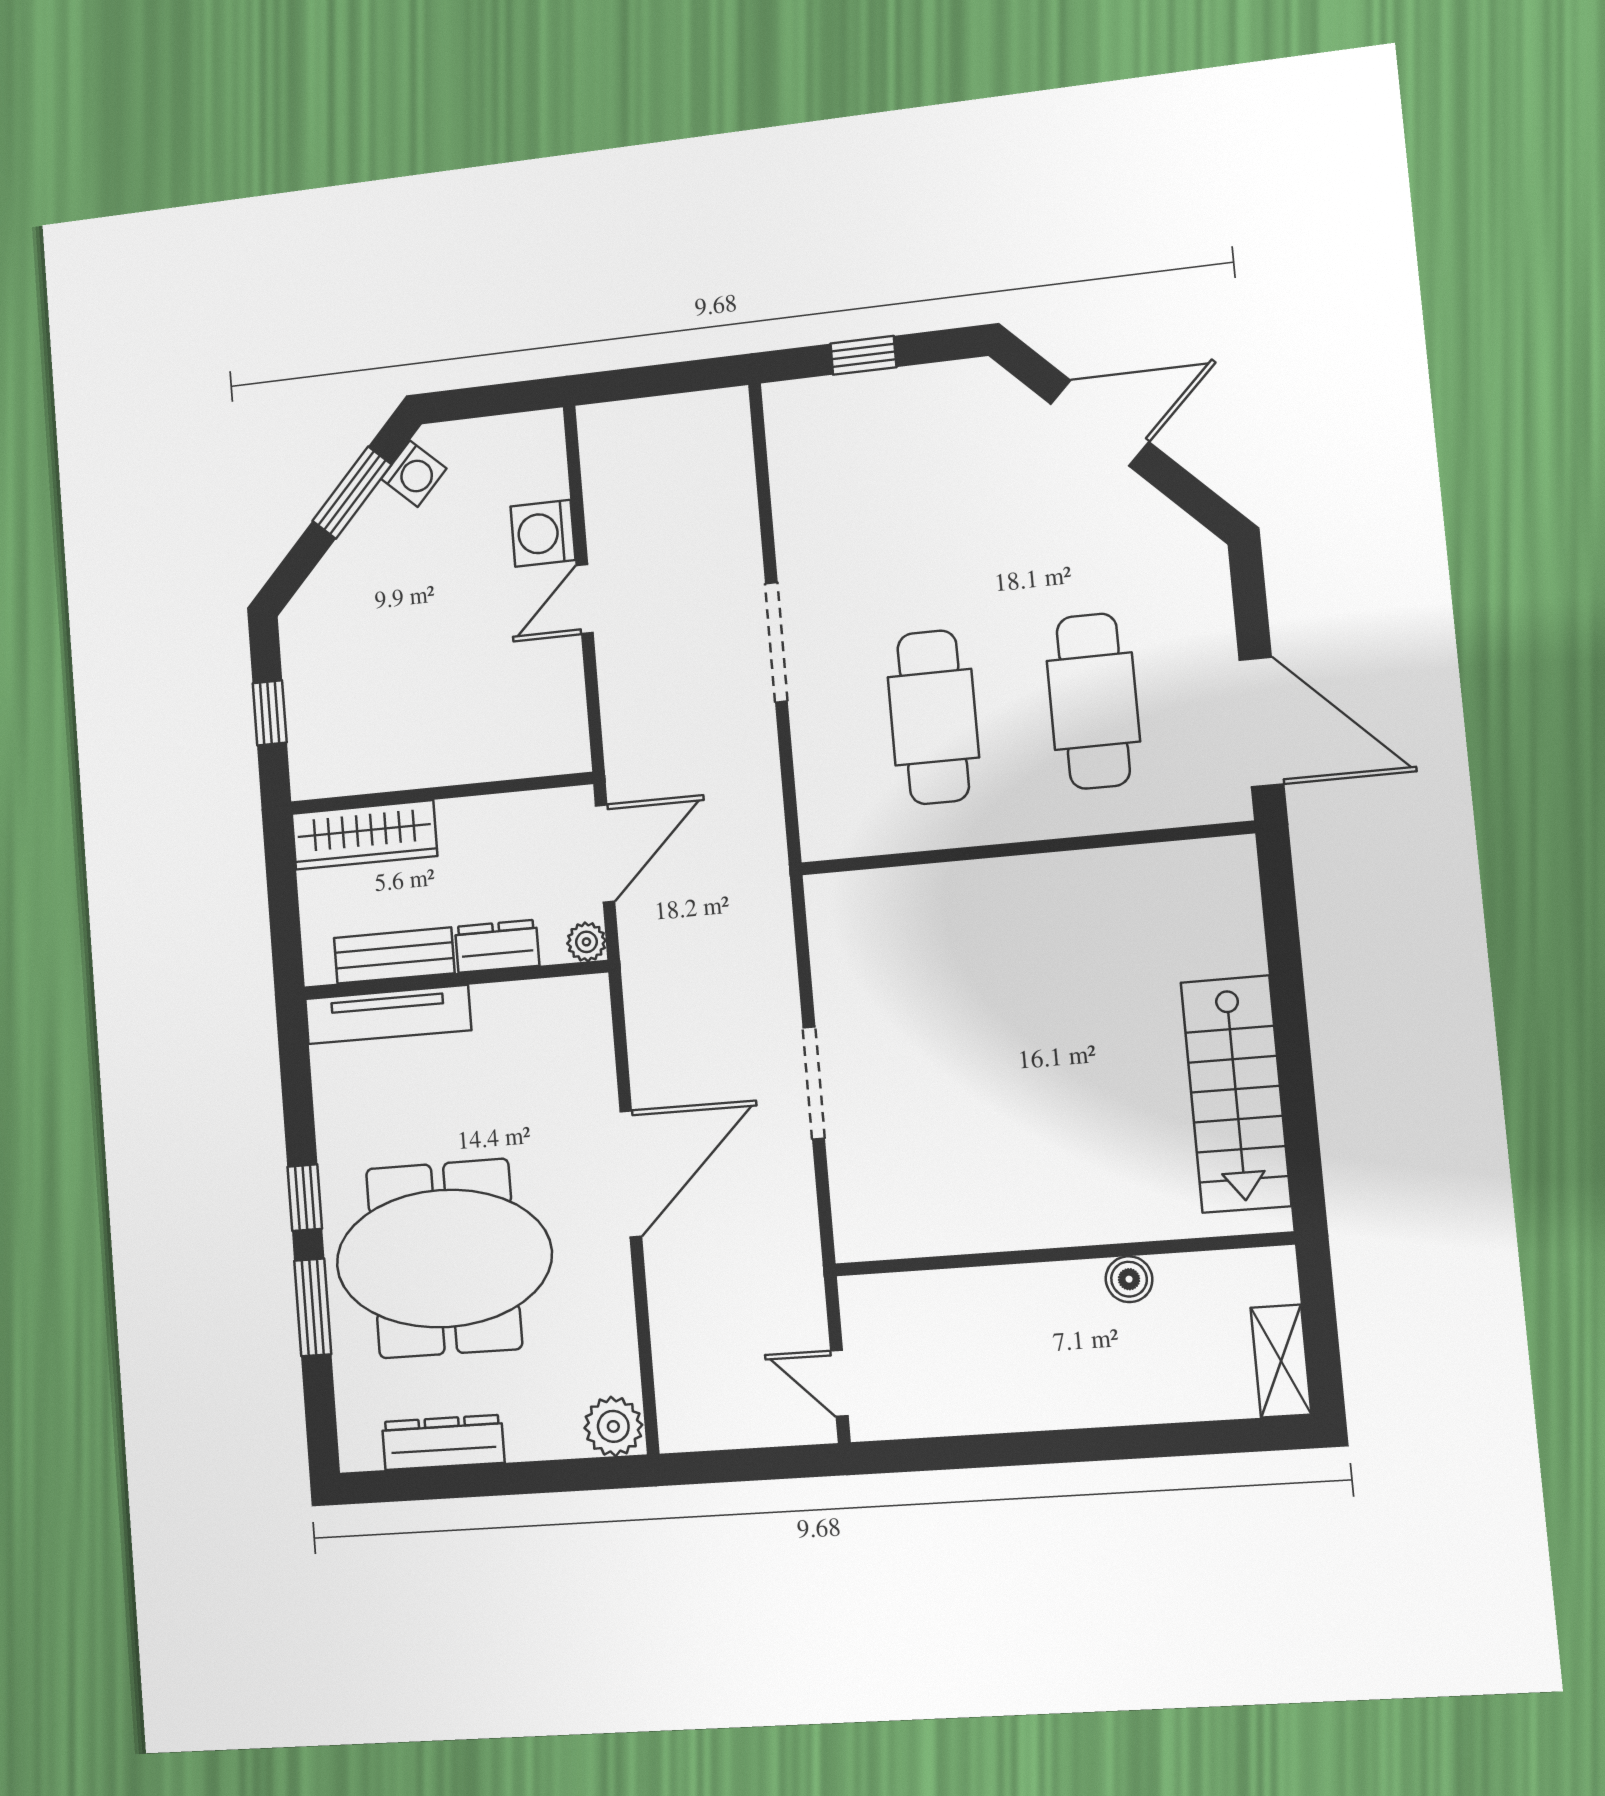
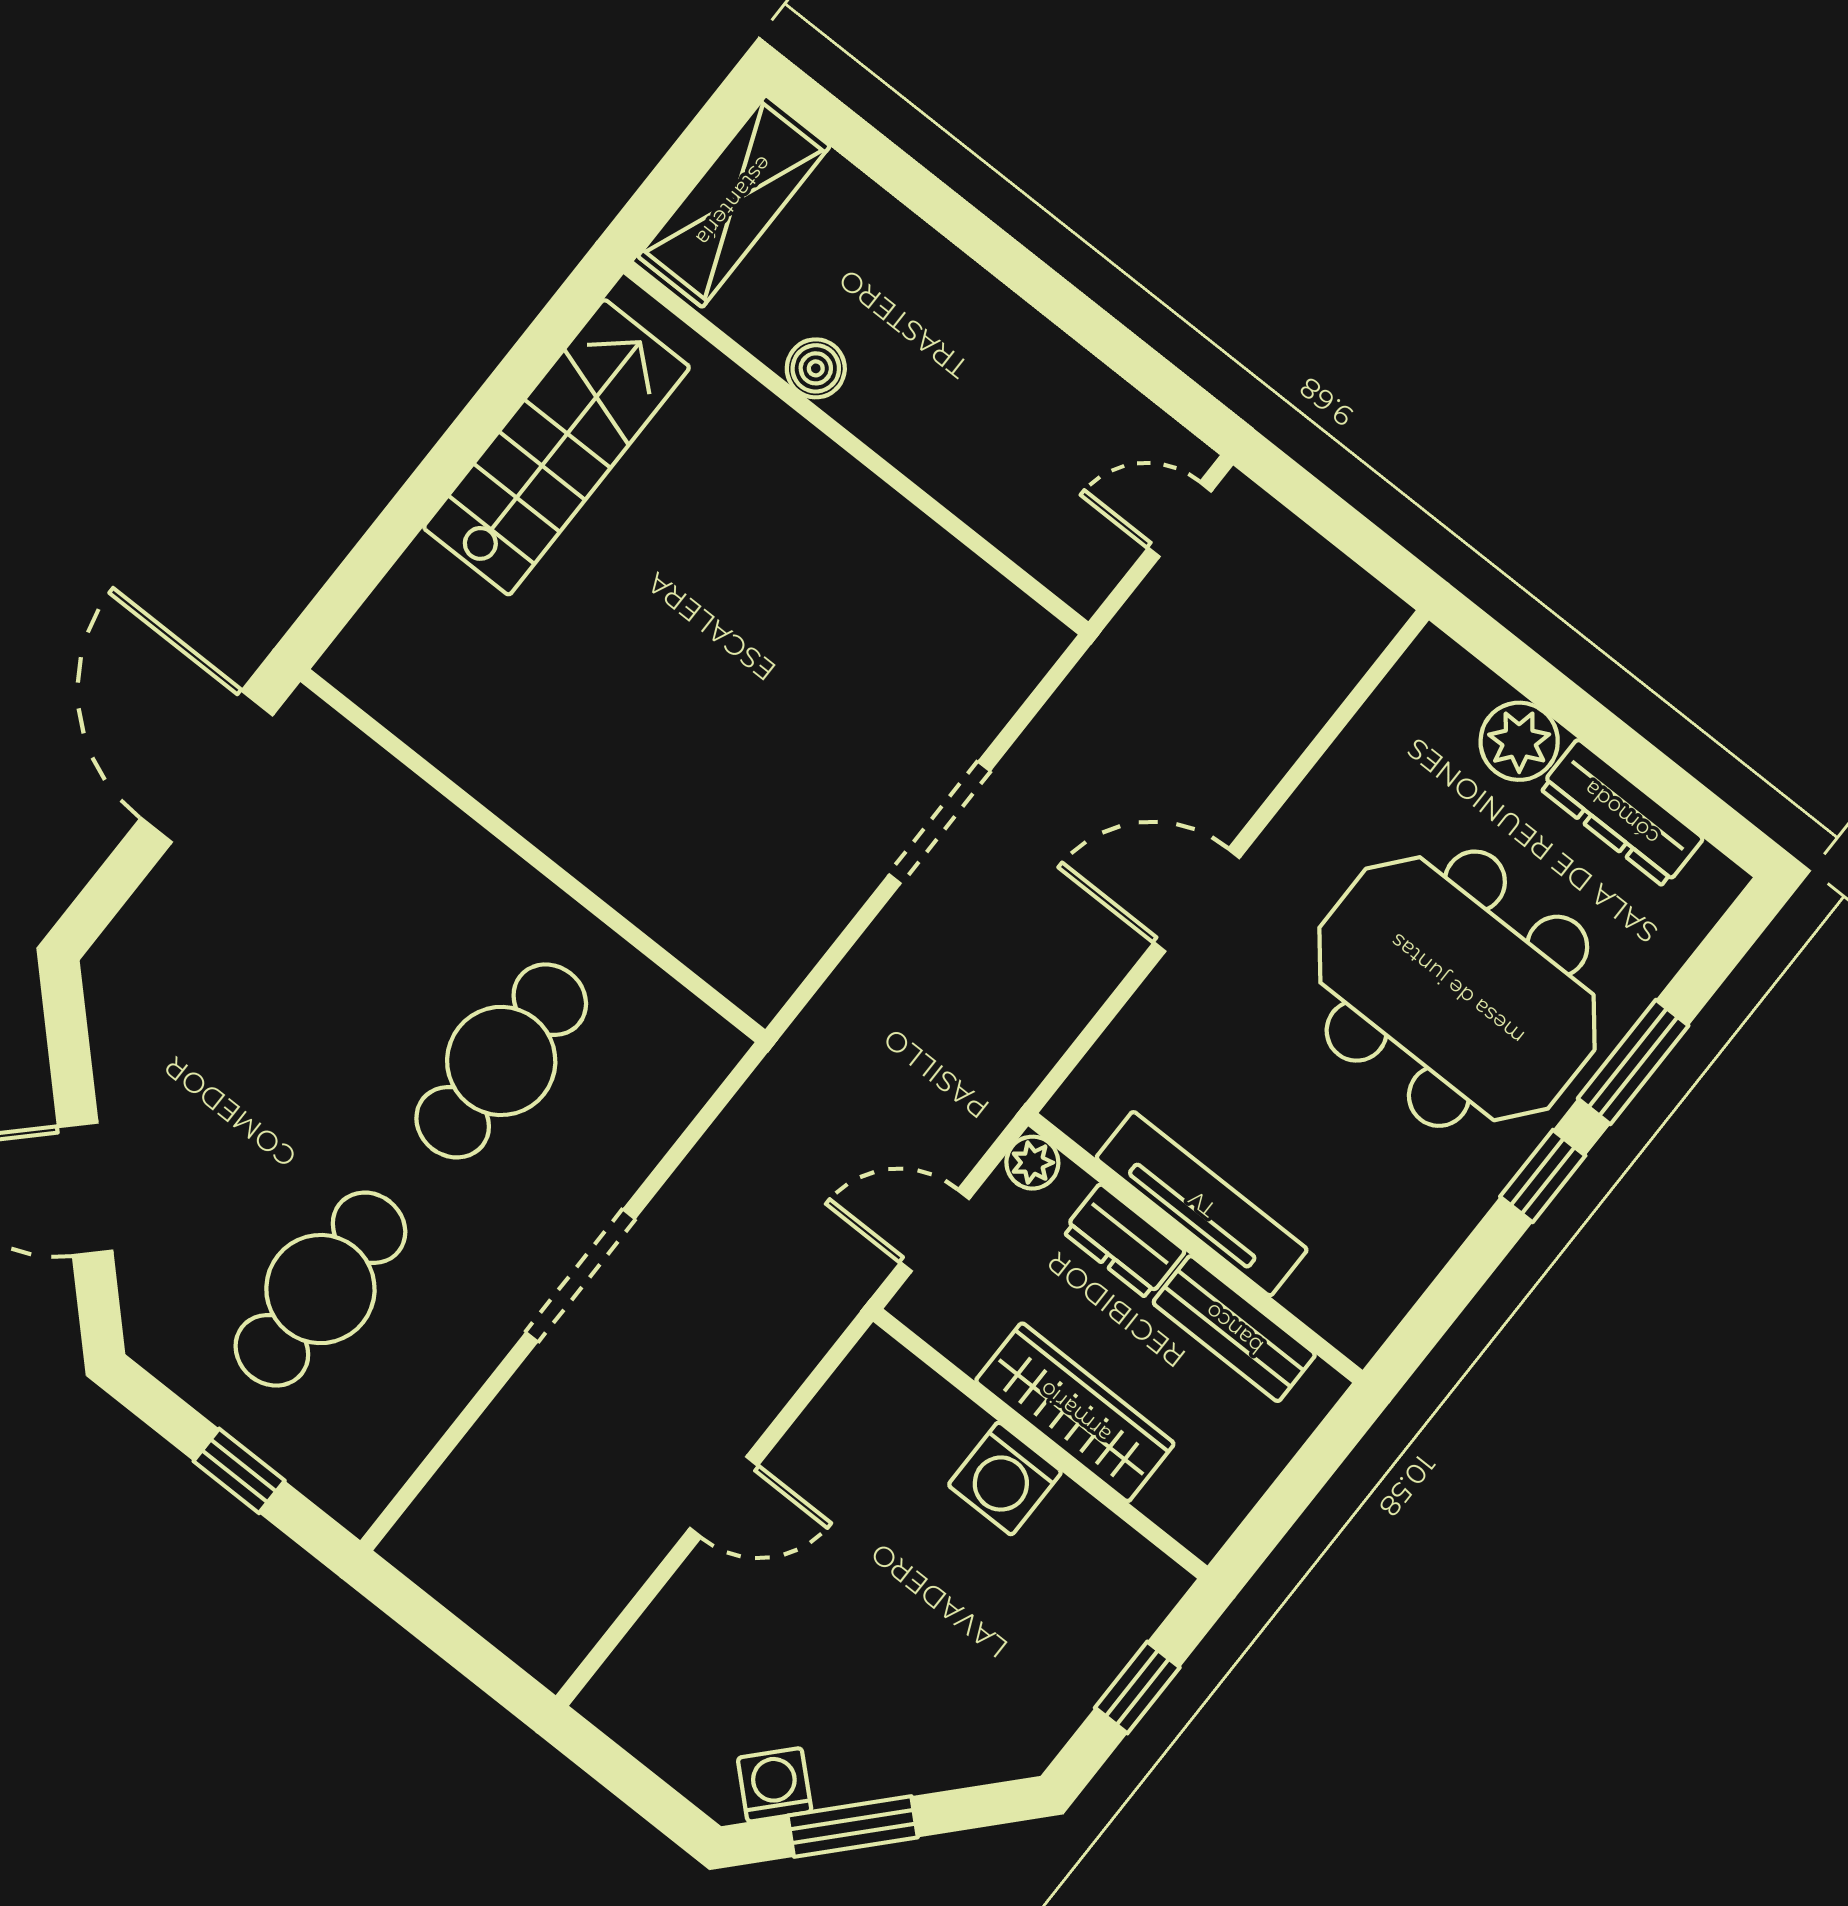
washing machine: (543, 533) -> (1005, 1478), moved, turned 90
cafe table: (1093, 701) -> (320, 1289), moved
wardrobe: (364, 835) -> (1075, 1412), moved
door: (605, 853) -> (935, 1231), width x0.73
tv unit: (388, 1015) -> (1202, 1204), moved
door: (631, 1174) -> (1197, 900), width x0.73
shelving: (1281, 1361) -> (734, 201), width x1.50, depth x1.33
door: (839, 1383) -> (1180, 520), swing flipped
plant: (613, 1426) -> (1519, 741), moved

